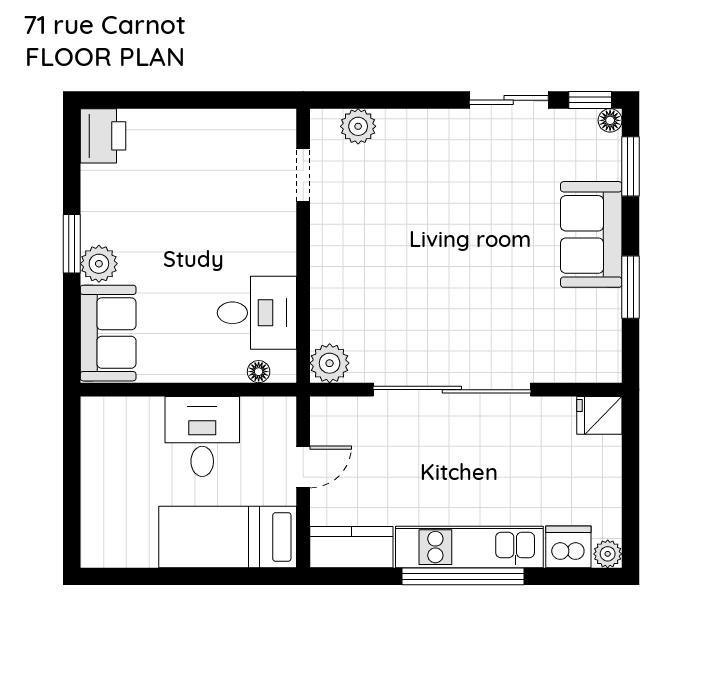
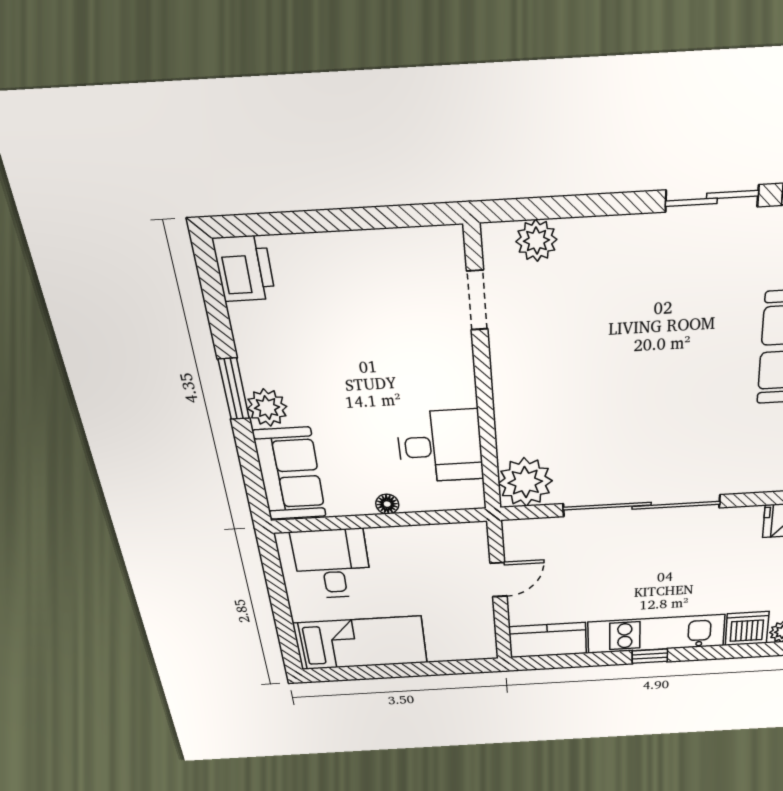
plant: (330, 363) -> (525, 482), width x1.36, depth x1.36
floor lamp: (259, 372) -> (387, 504), moved
desk: (202, 437) -> (332, 564), moved
bed: (228, 537) -> (361, 643), moved, turned 180
window: (463, 576) -> (650, 656), width x0.32

